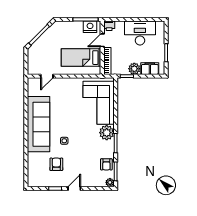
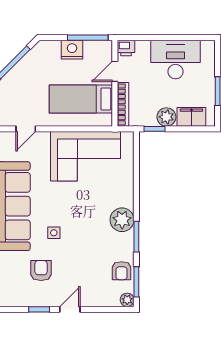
nightstand: (90, 27) -> (72, 50), moved
corner sofa: (99, 103) -> (85, 156), moved, turned -90

